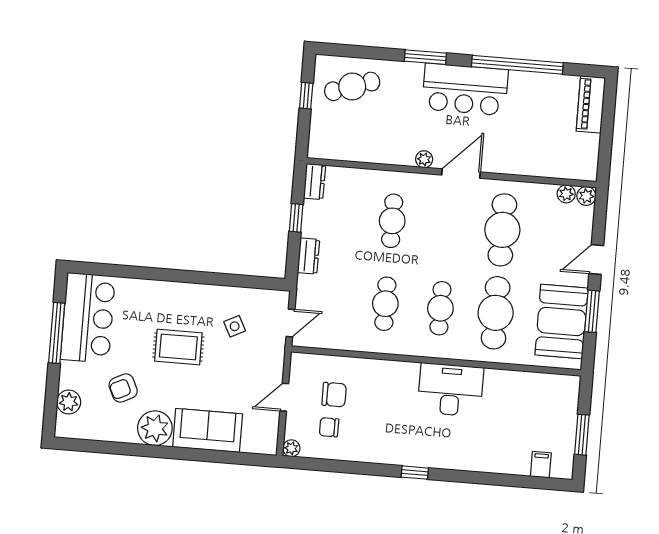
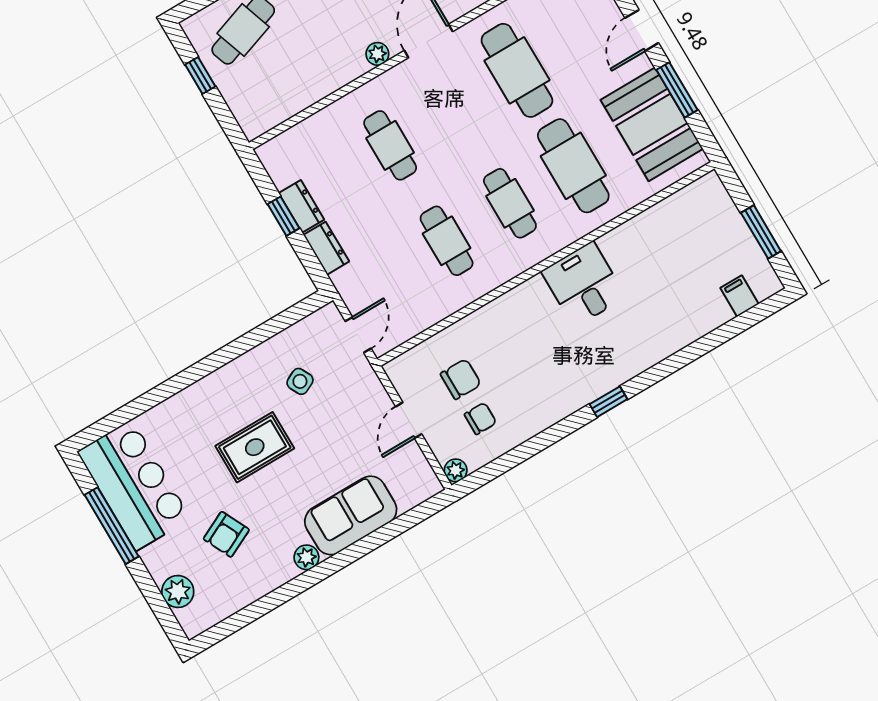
dresser: (315, 182) -> (301, 206), moved
desk: (450, 390) -> (584, 284), width x0.73
chair: (329, 427) -> (480, 418), turned 180
plant: (155, 428) -> (306, 557), width x0.53, depth x0.53

